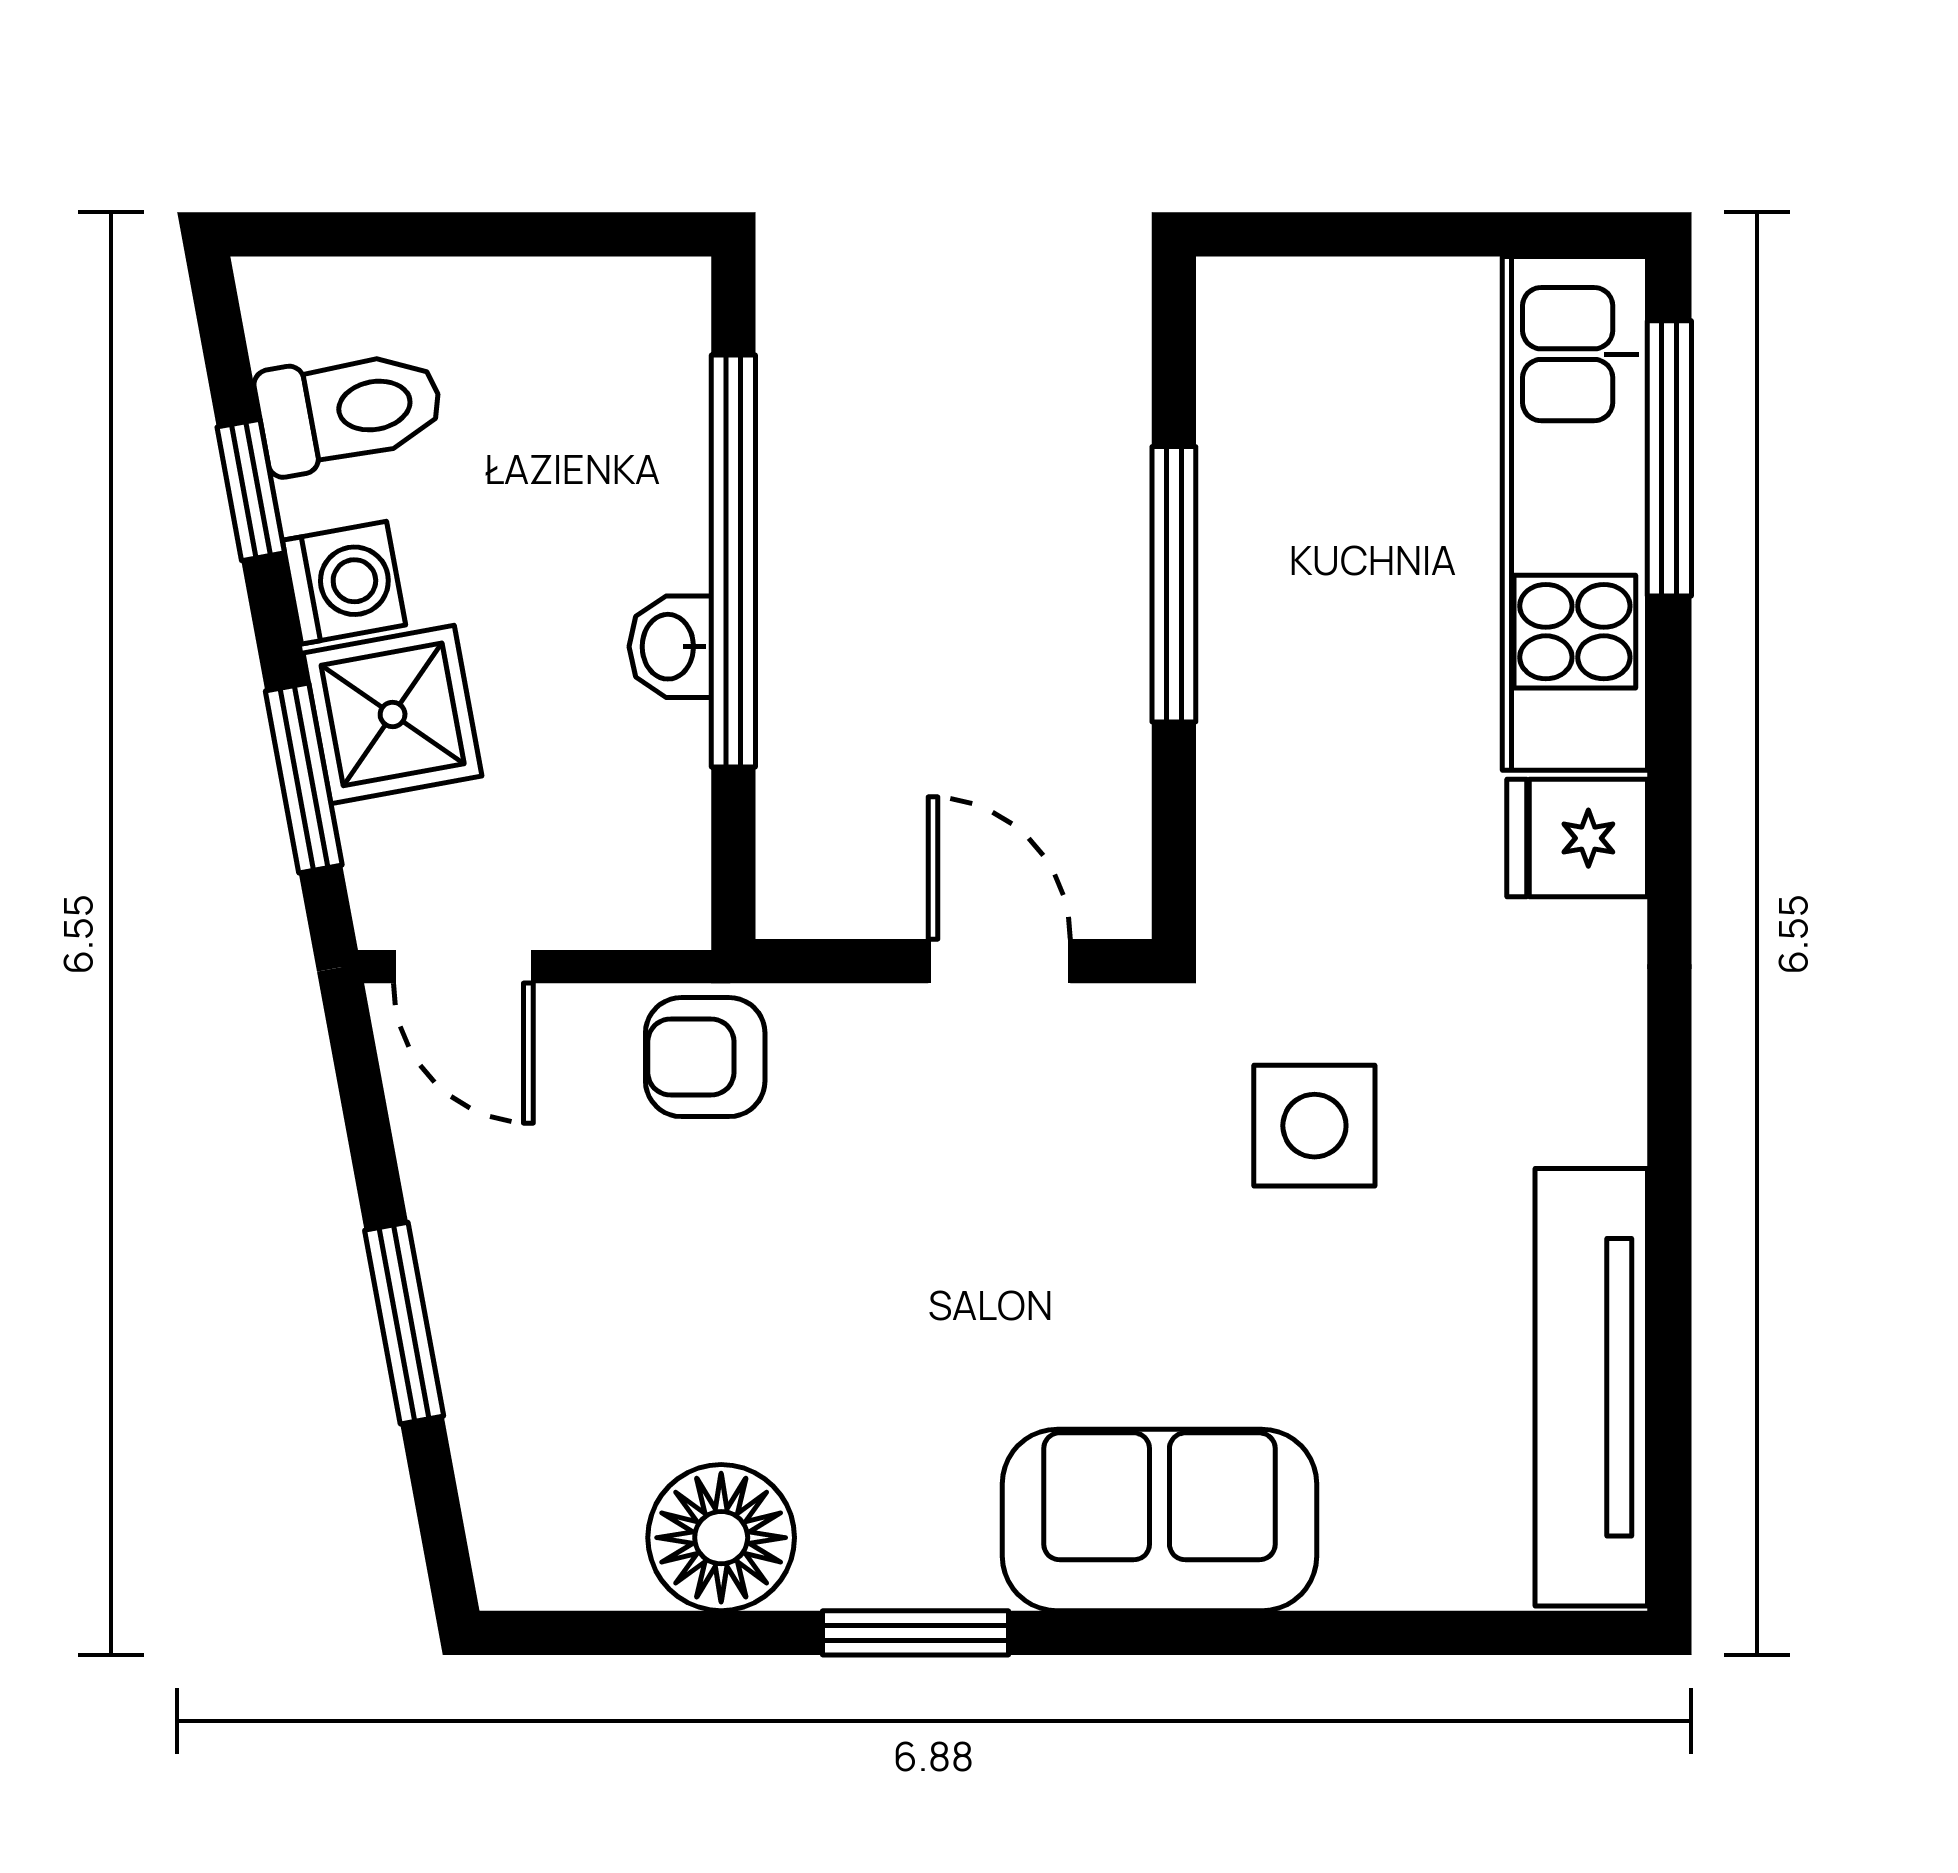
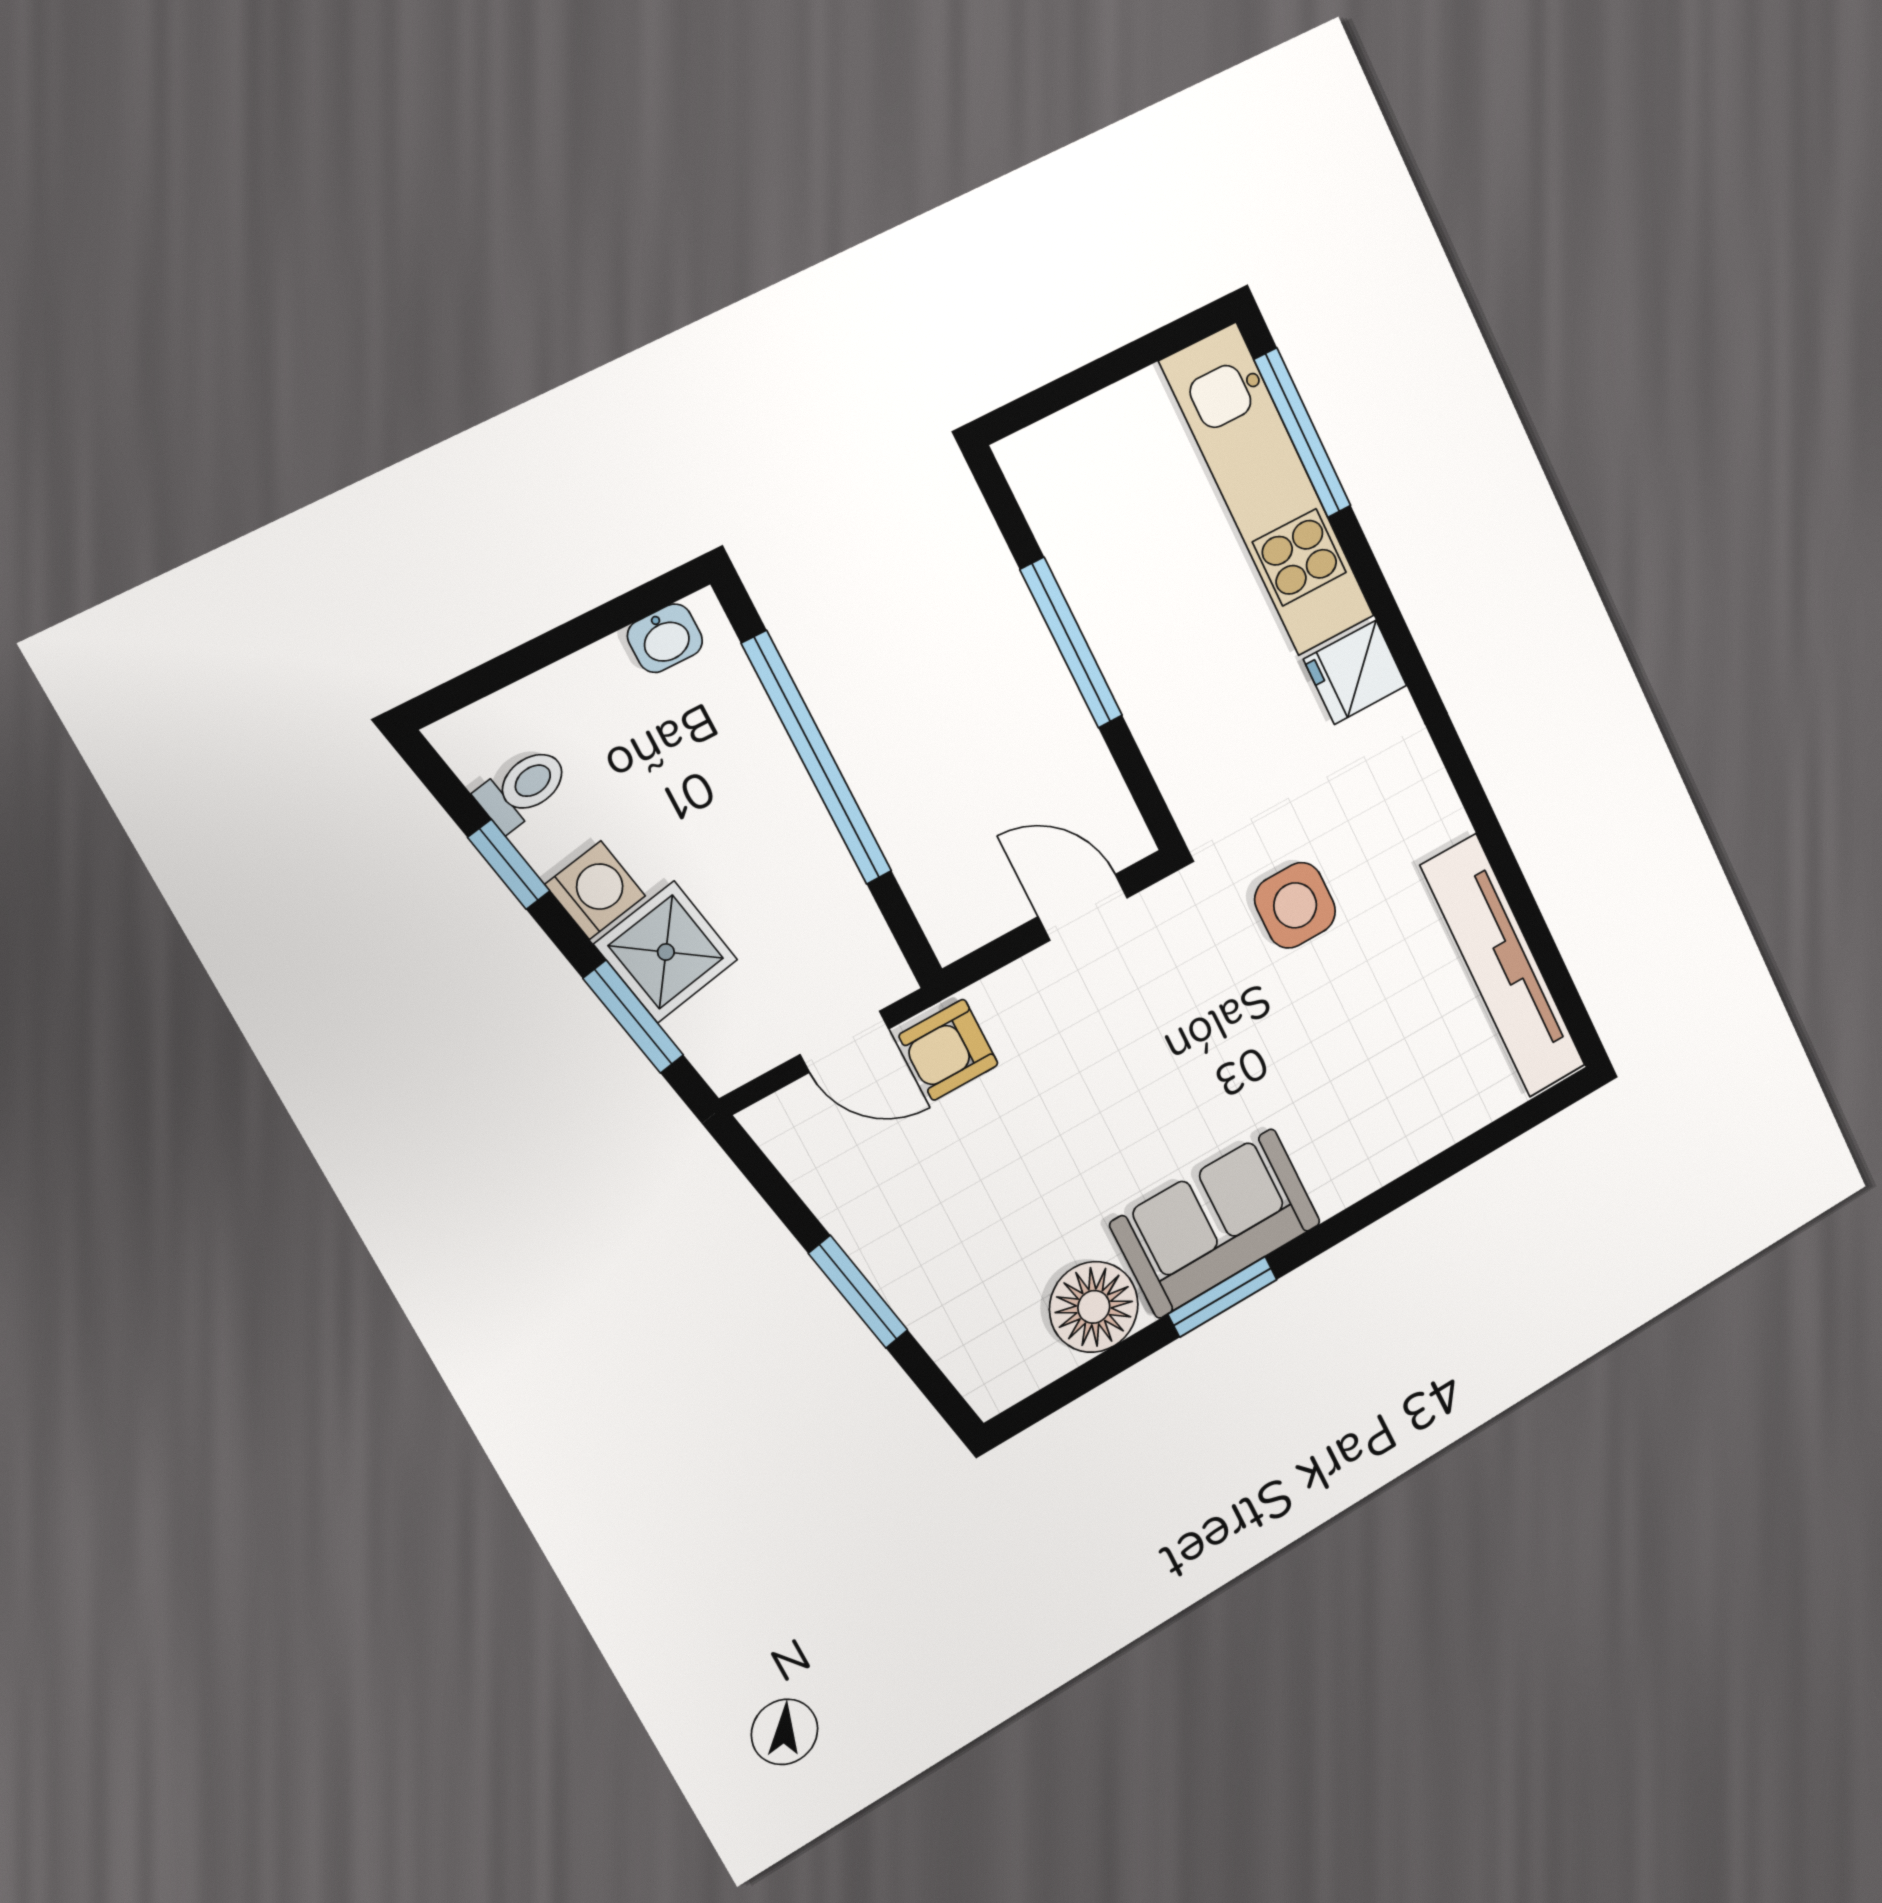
toilet: (350, 410) -> (523, 788), width x0.73, depth x0.72
washbasin: (670, 647) -> (665, 638), moved, turned -90
door: (463, 967) -> (845, 1042), moved
sofa: (1159, 1520) -> (1216, 1223), moved

